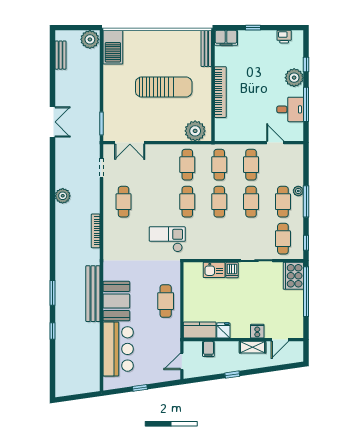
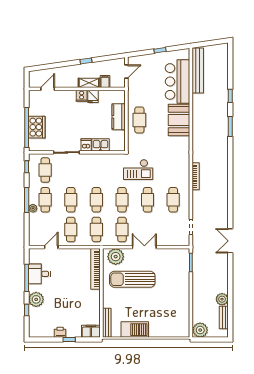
printer: (284, 37) -> (60, 332), moved
barbecue: (113, 47) -> (135, 330), moved, turned 90
sun lounger: (164, 87) -> (132, 279), moved
bookcase: (220, 92) -> (95, 269), moved
double door: (53, 122) -> (230, 241), moved
double door: (130, 143) -> (144, 247), moved
door: (275, 143) -> (51, 247), swing flipped
plant: (63, 196) -> (222, 299), moved
cafe table: (155, 202) -> (148, 200), added
cooker: (293, 276) -> (37, 127), moved
bench: (93, 294) -> (198, 70), moved
kitchen counter: (200, 330) -> (119, 117), moved, turned 90
cooker: (257, 331) -> (82, 96), moved
shelving: (253, 347) -> (89, 83), moved

